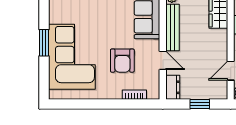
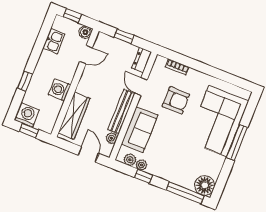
window: (44, 43) -> (237, 142), width x1.44
armchair: (122, 61) -> (176, 100), turned 90

